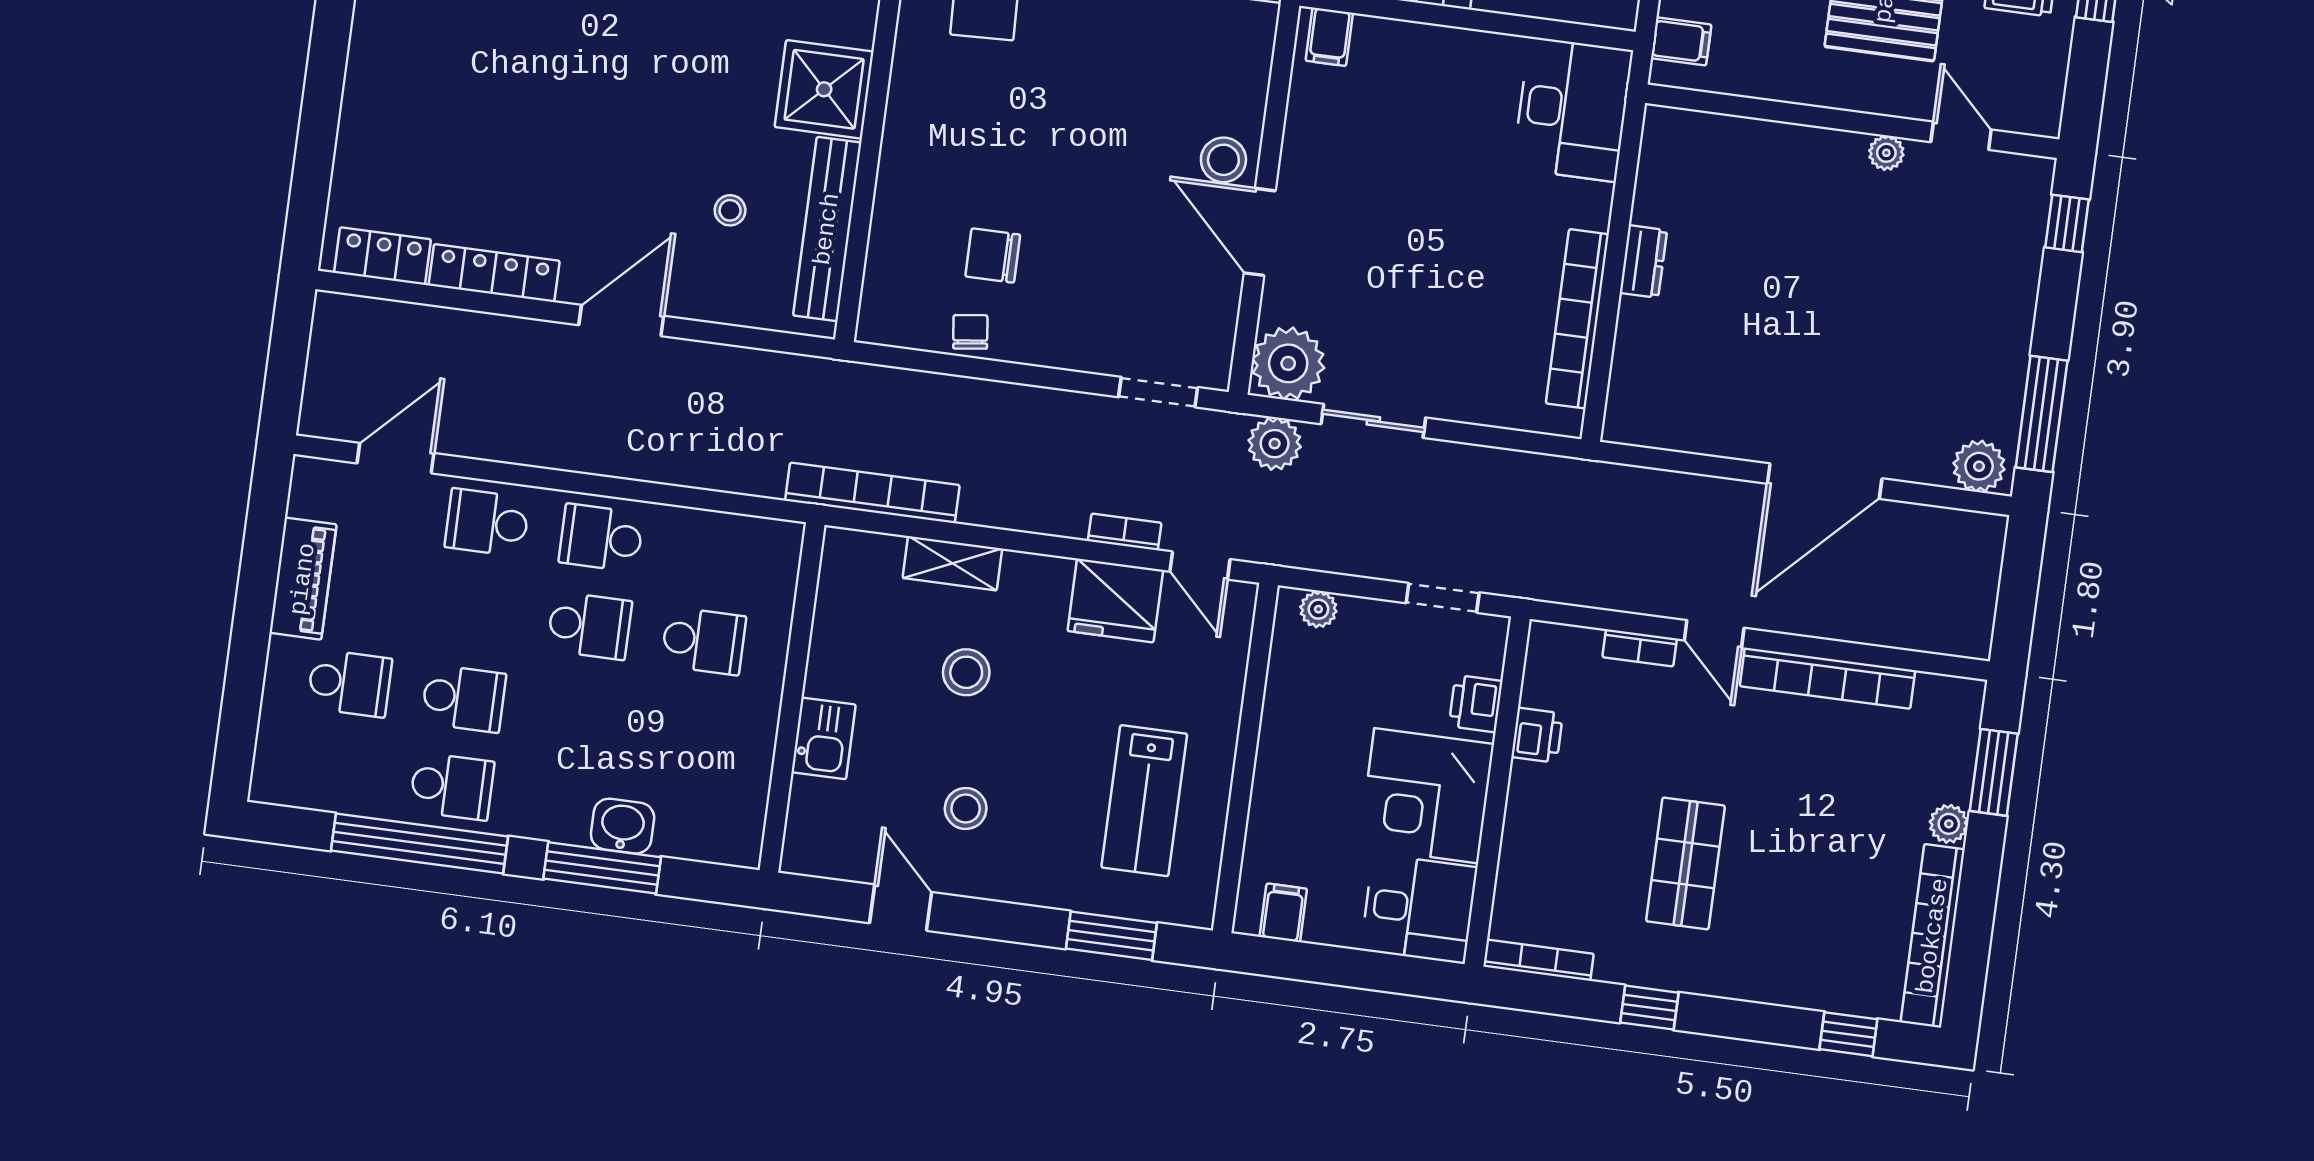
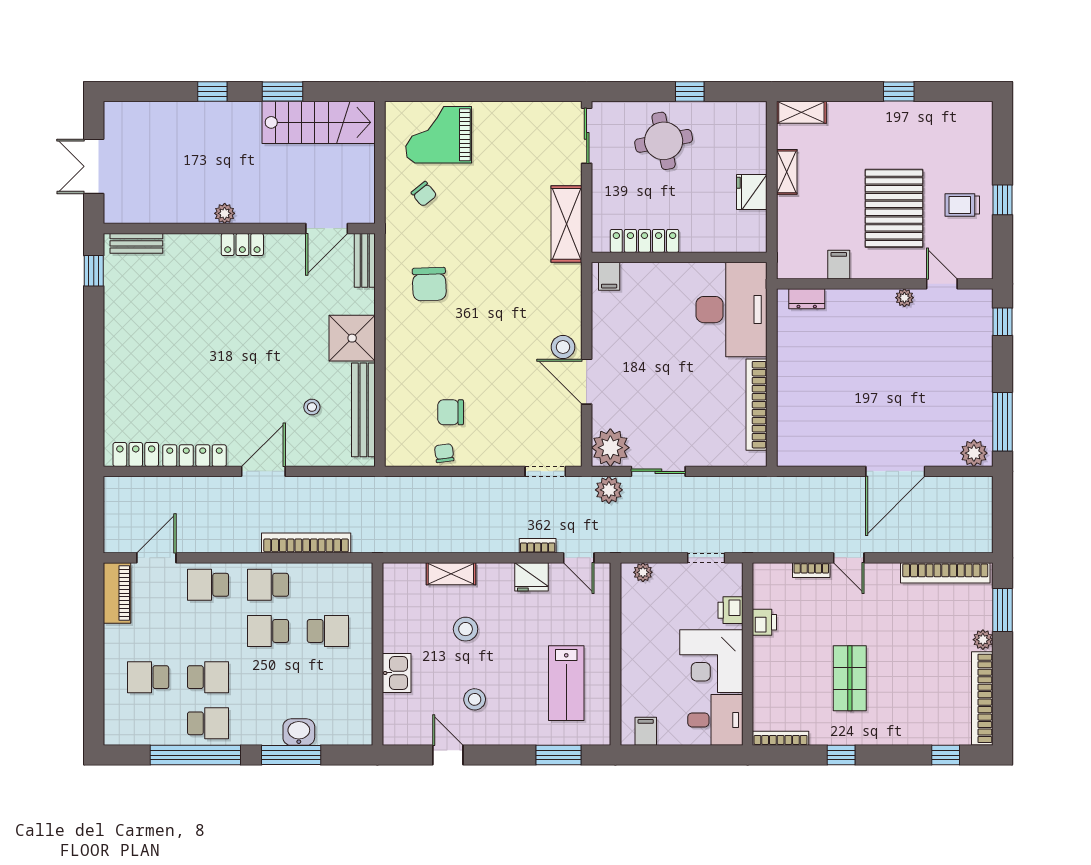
filing cabinet: (1681, 41) -> (839, 265), moved, turned -90
desk: (1573, 109) -> (731, 310), width x1.36, depth x1.30
dresser: (1643, 261) -> (807, 299), moved, turned 90
bookcase: (872, 493) -> (306, 543), moved
piano: (303, 579) -> (117, 593), moved
fridge: (1115, 601) -> (532, 577), width x0.73, depth x0.75
school desk: (589, 626) -> (268, 631), turned 180
bookcase: (1827, 678) -> (945, 573), moved
school desk: (350, 683) -> (148, 677), turned 180

